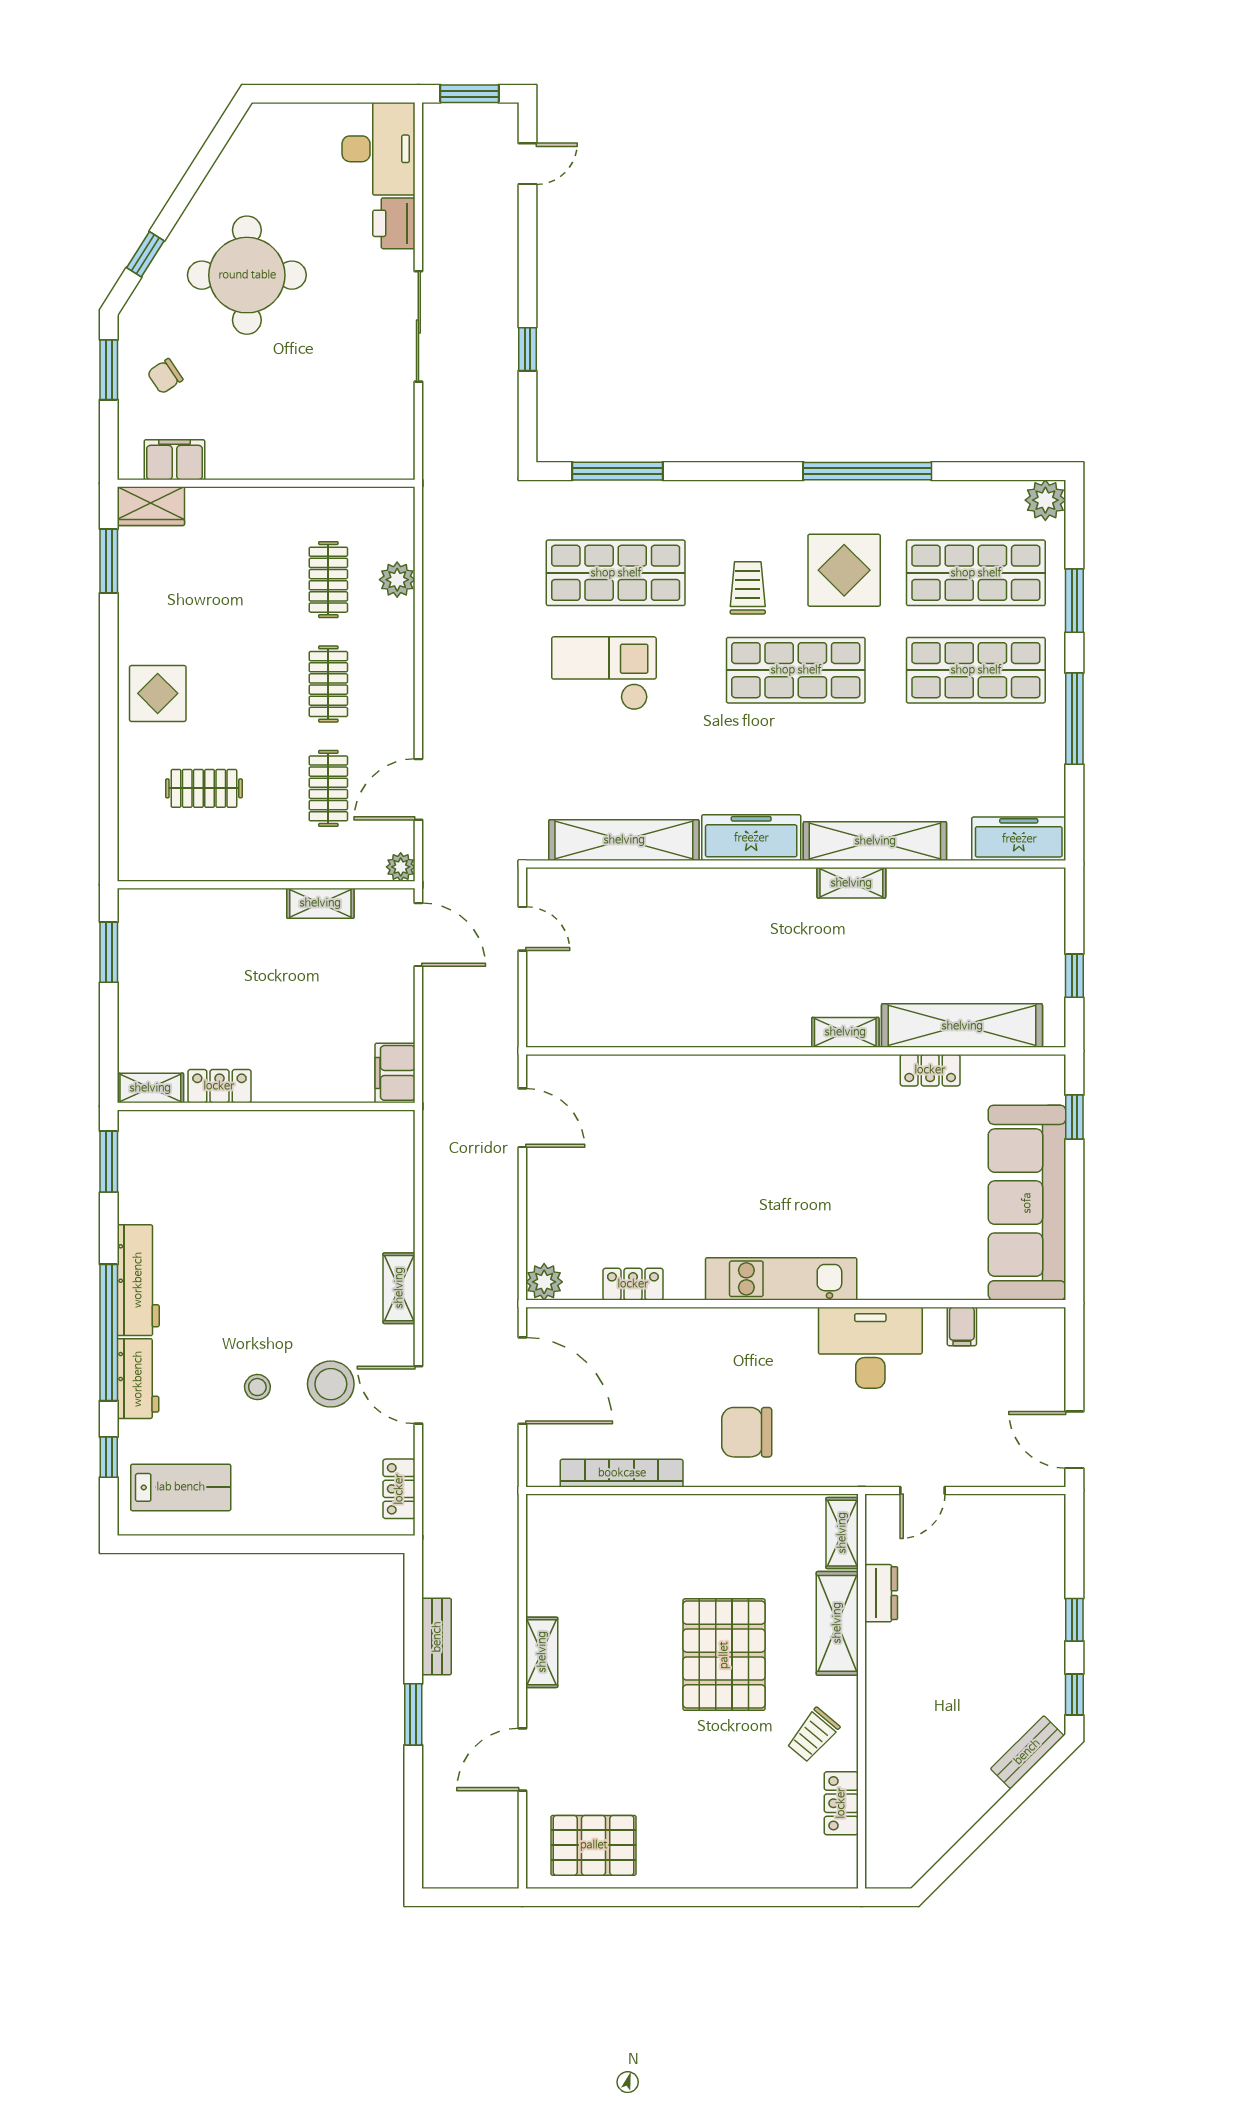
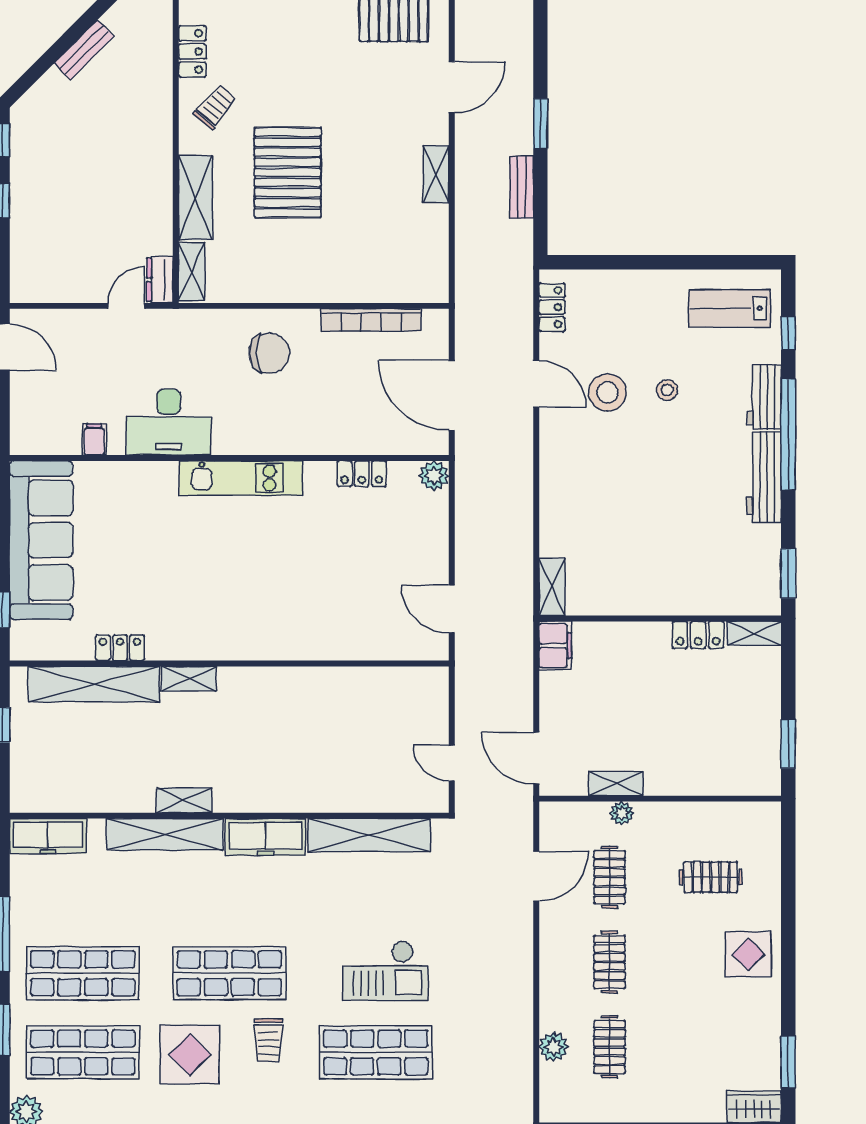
plant: (401, 867) -> (622, 813), moved
shelving: (399, 1288) -> (552, 587), moved
dresser: (881, 1593) -> (160, 280), moved
bench: (1027, 1752) -> (84, 50), moved

